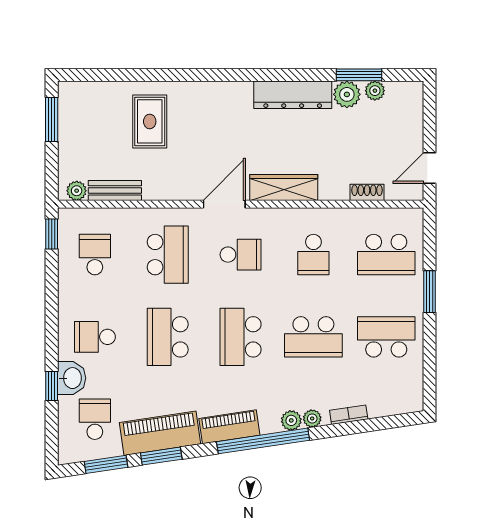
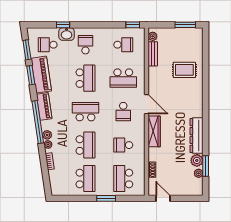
school desk: (168, 337) -> (85, 78), turned 90
school desk: (313, 337) -> (85, 145), turned 180
school desk: (95, 419) -> (48, 45), turned 180

